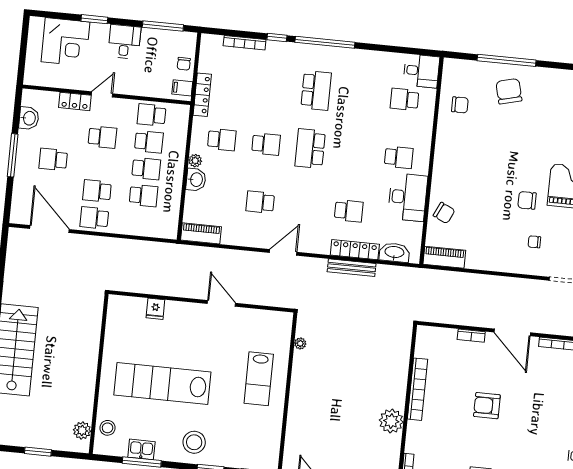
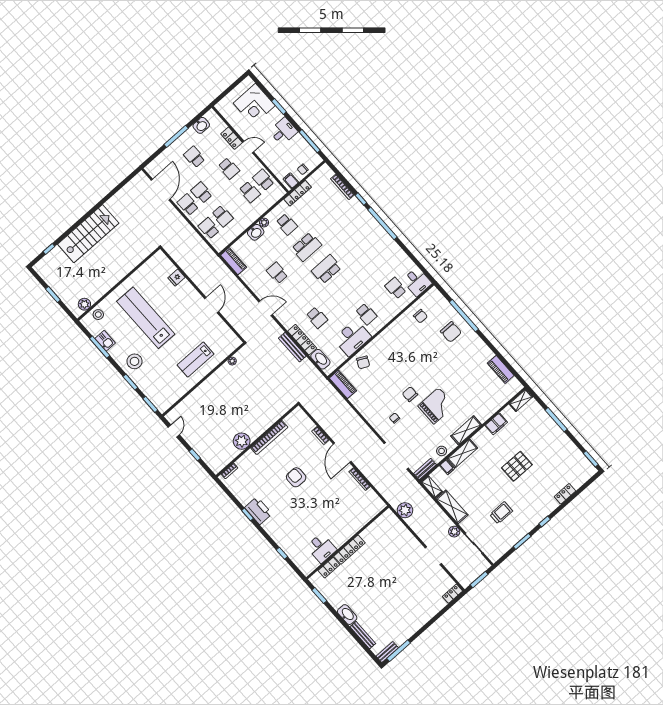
school desk: (316, 90) -> (356, 243), removed
chair: (509, 91) -> (451, 332), turned 104
school desk: (266, 144) -> (307, 247), width x1.85
school desk: (146, 169) -> (209, 228), moved, turned 180

